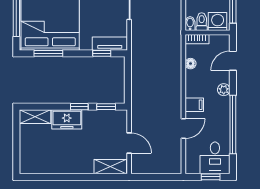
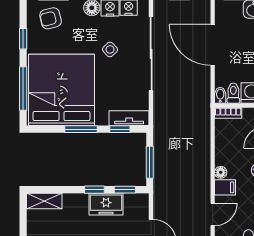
window: (48, 53) -> (81, 129), moved
floor lamp: (191, 64) -> (221, 172), moved
window: (128, 83) -> (150, 162), added
freezer: (67, 119) -> (106, 204), moved

